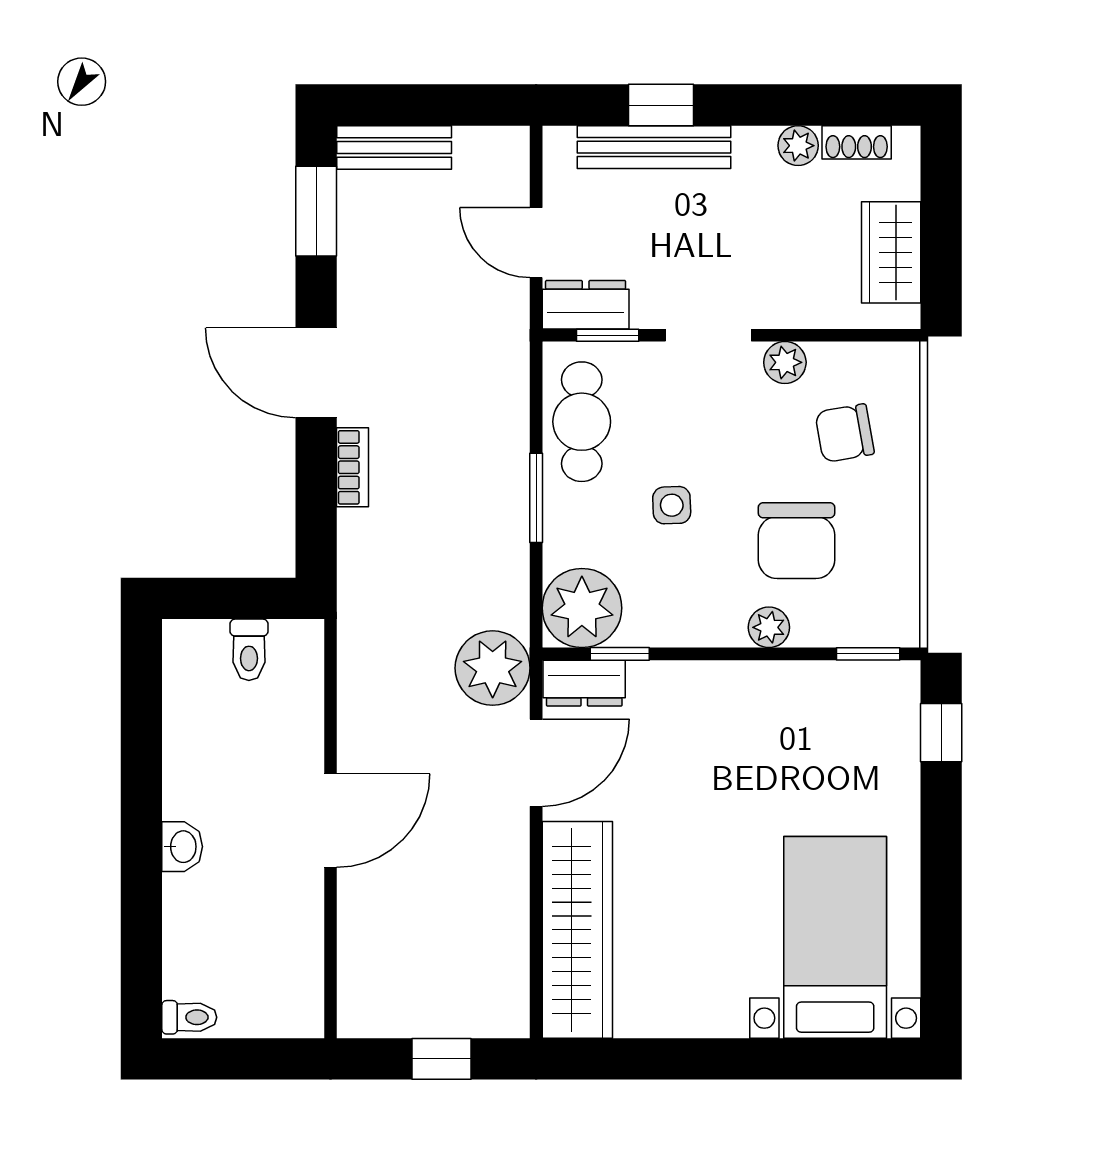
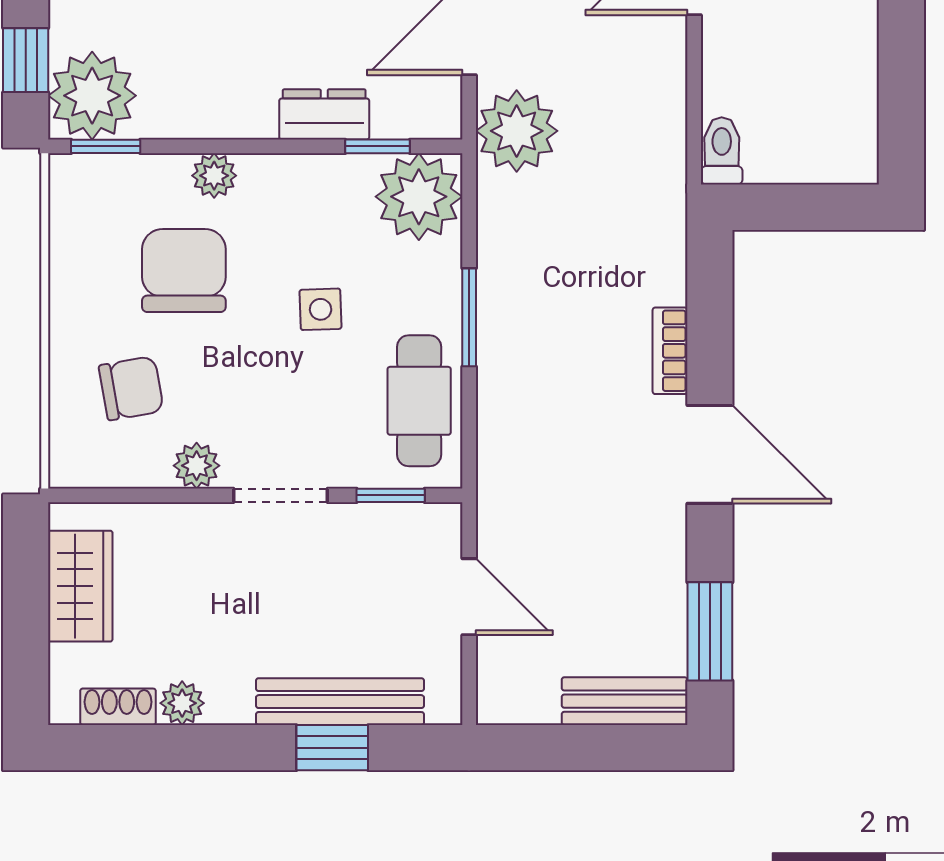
dresser: (586, 305) -> (415, 529), removed
toilet: (249, 650) -> (722, 151), moved
dresser: (584, 683) -> (324, 114), moved
plant: (880, 700) -> (92, 96), added

